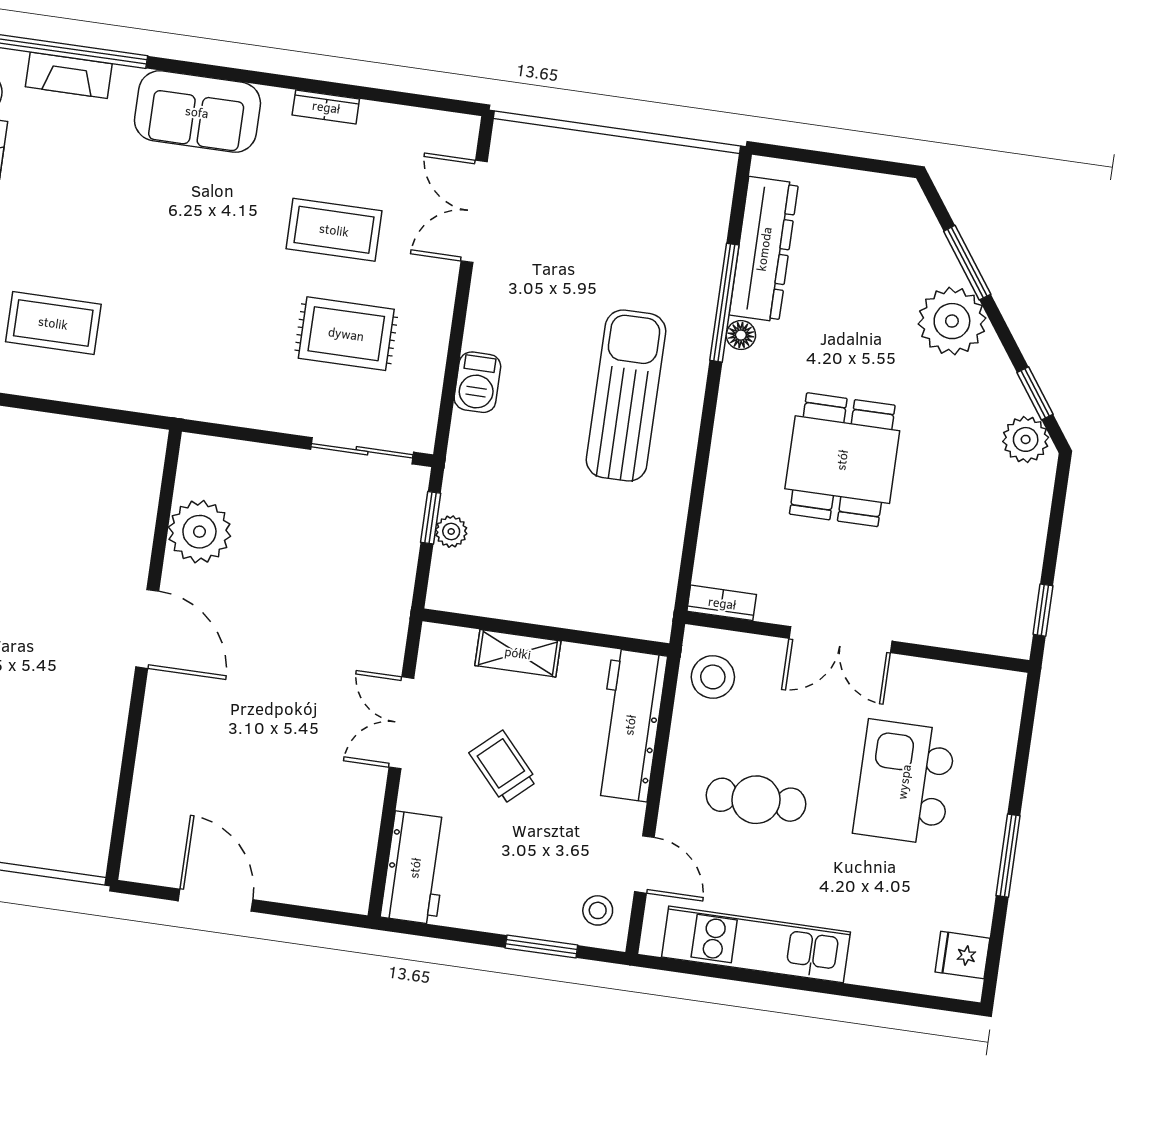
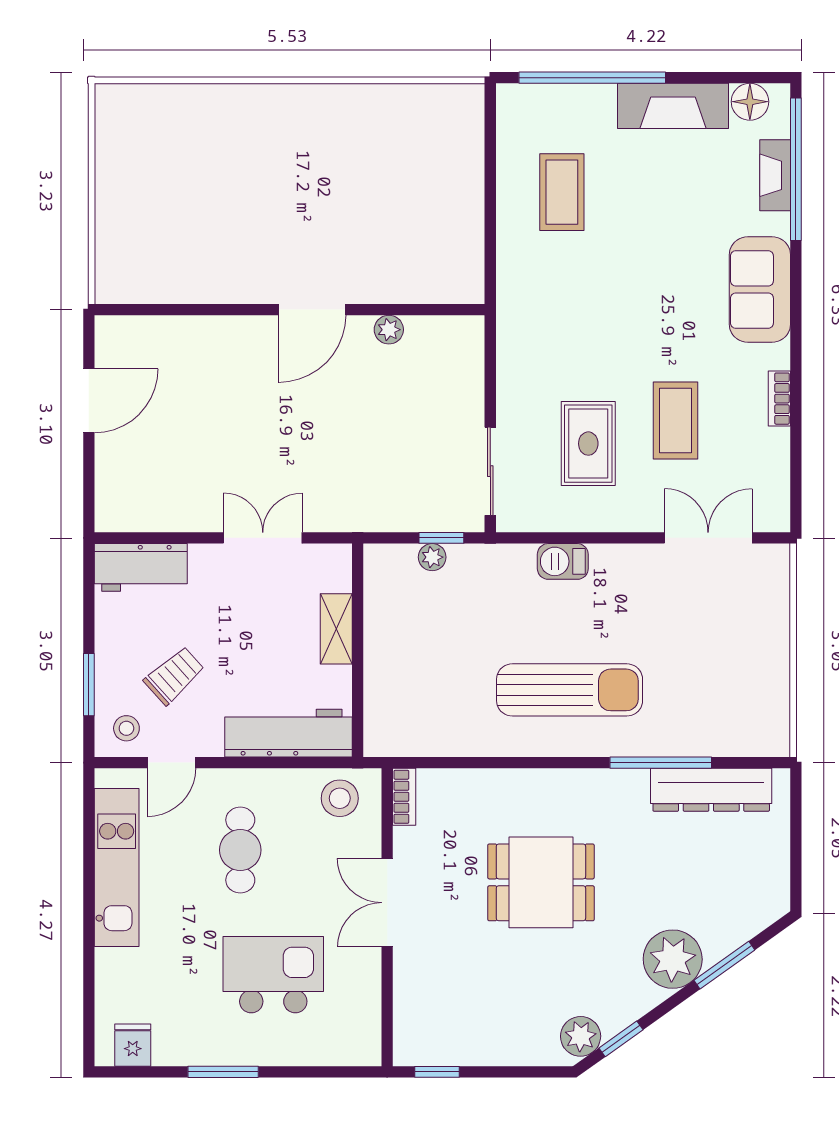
floor lamp: (741, 335) -> (635, 781), removed
plant: (199, 532) -> (389, 330), width x0.53, depth x0.53
trolley: (503, 767) -> (174, 676), moved

